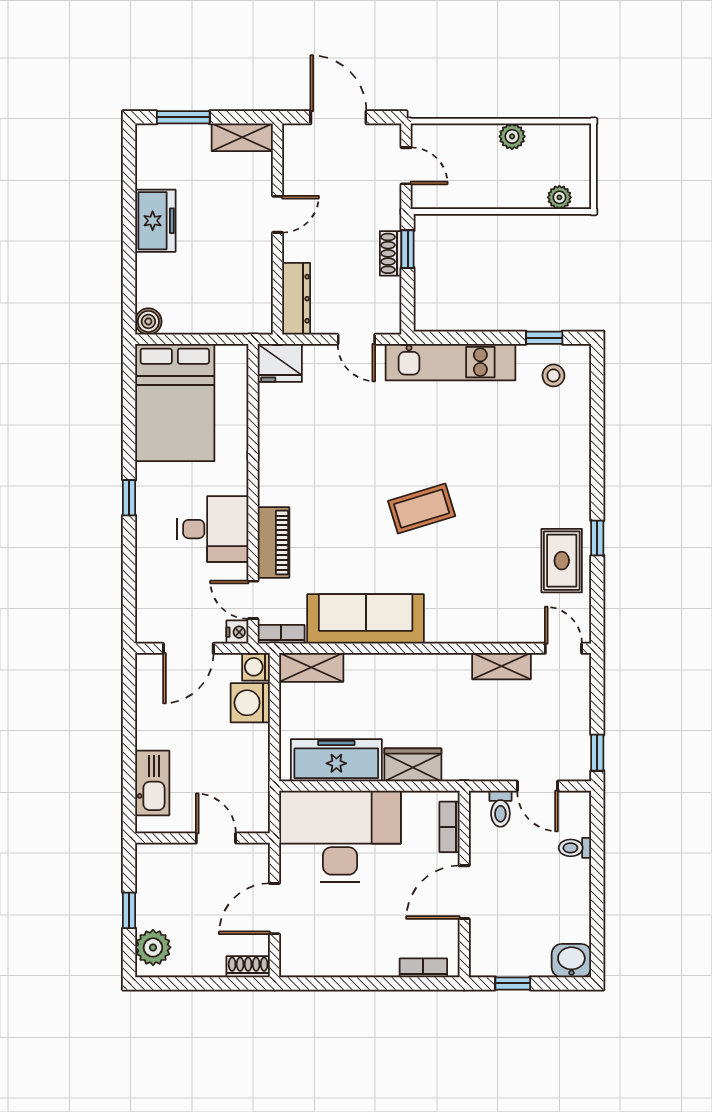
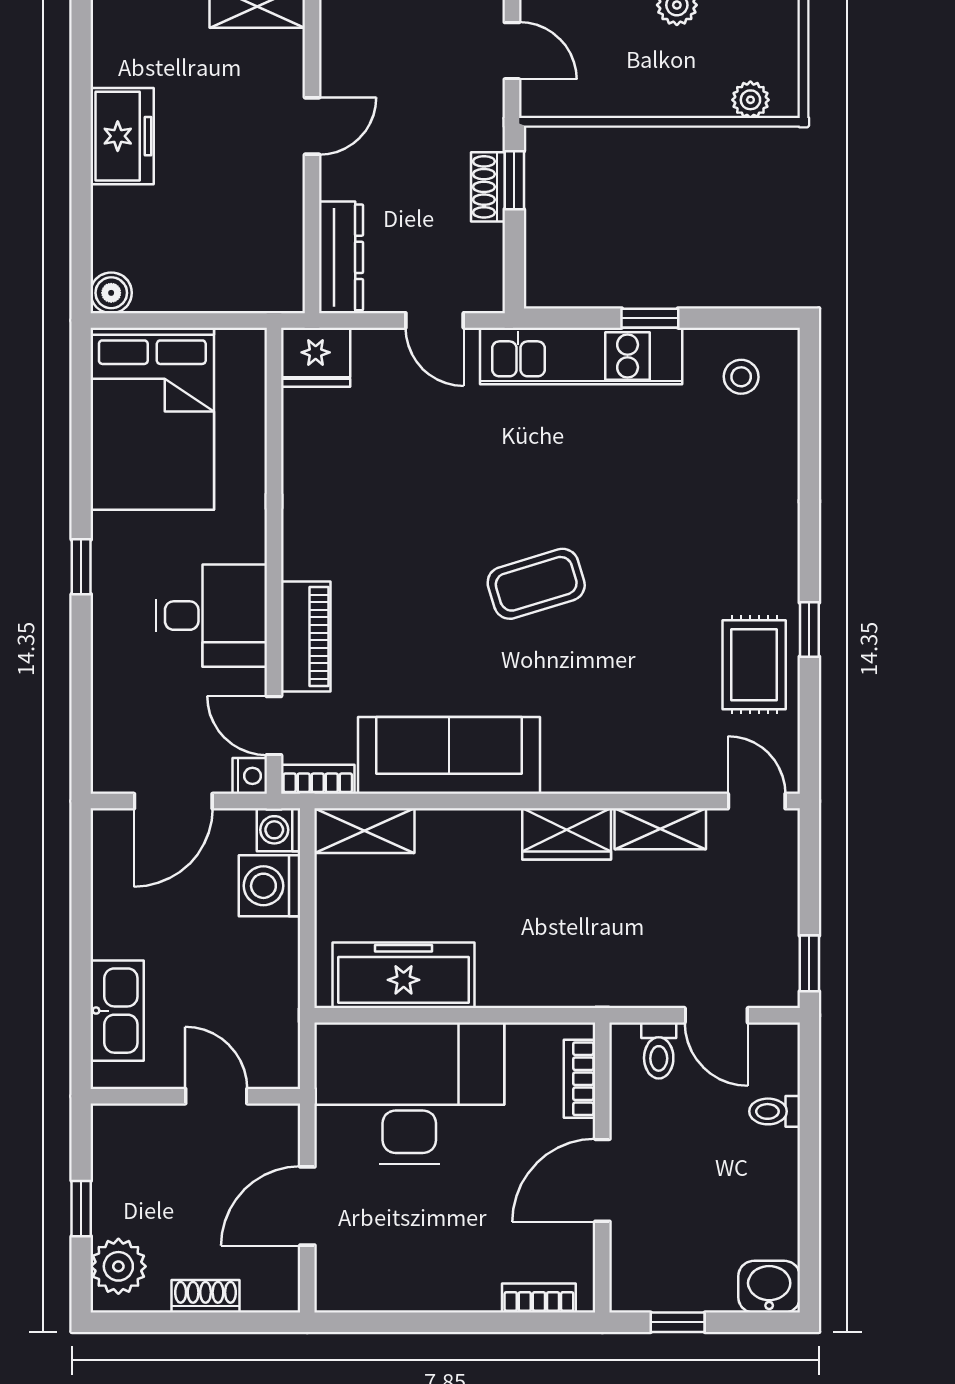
window: (544, 338) -> (650, 318), moved
wardrobe: (413, 765) -> (567, 834), moved, turned 180
shoe rack: (248, 967) -> (206, 1296), moved

